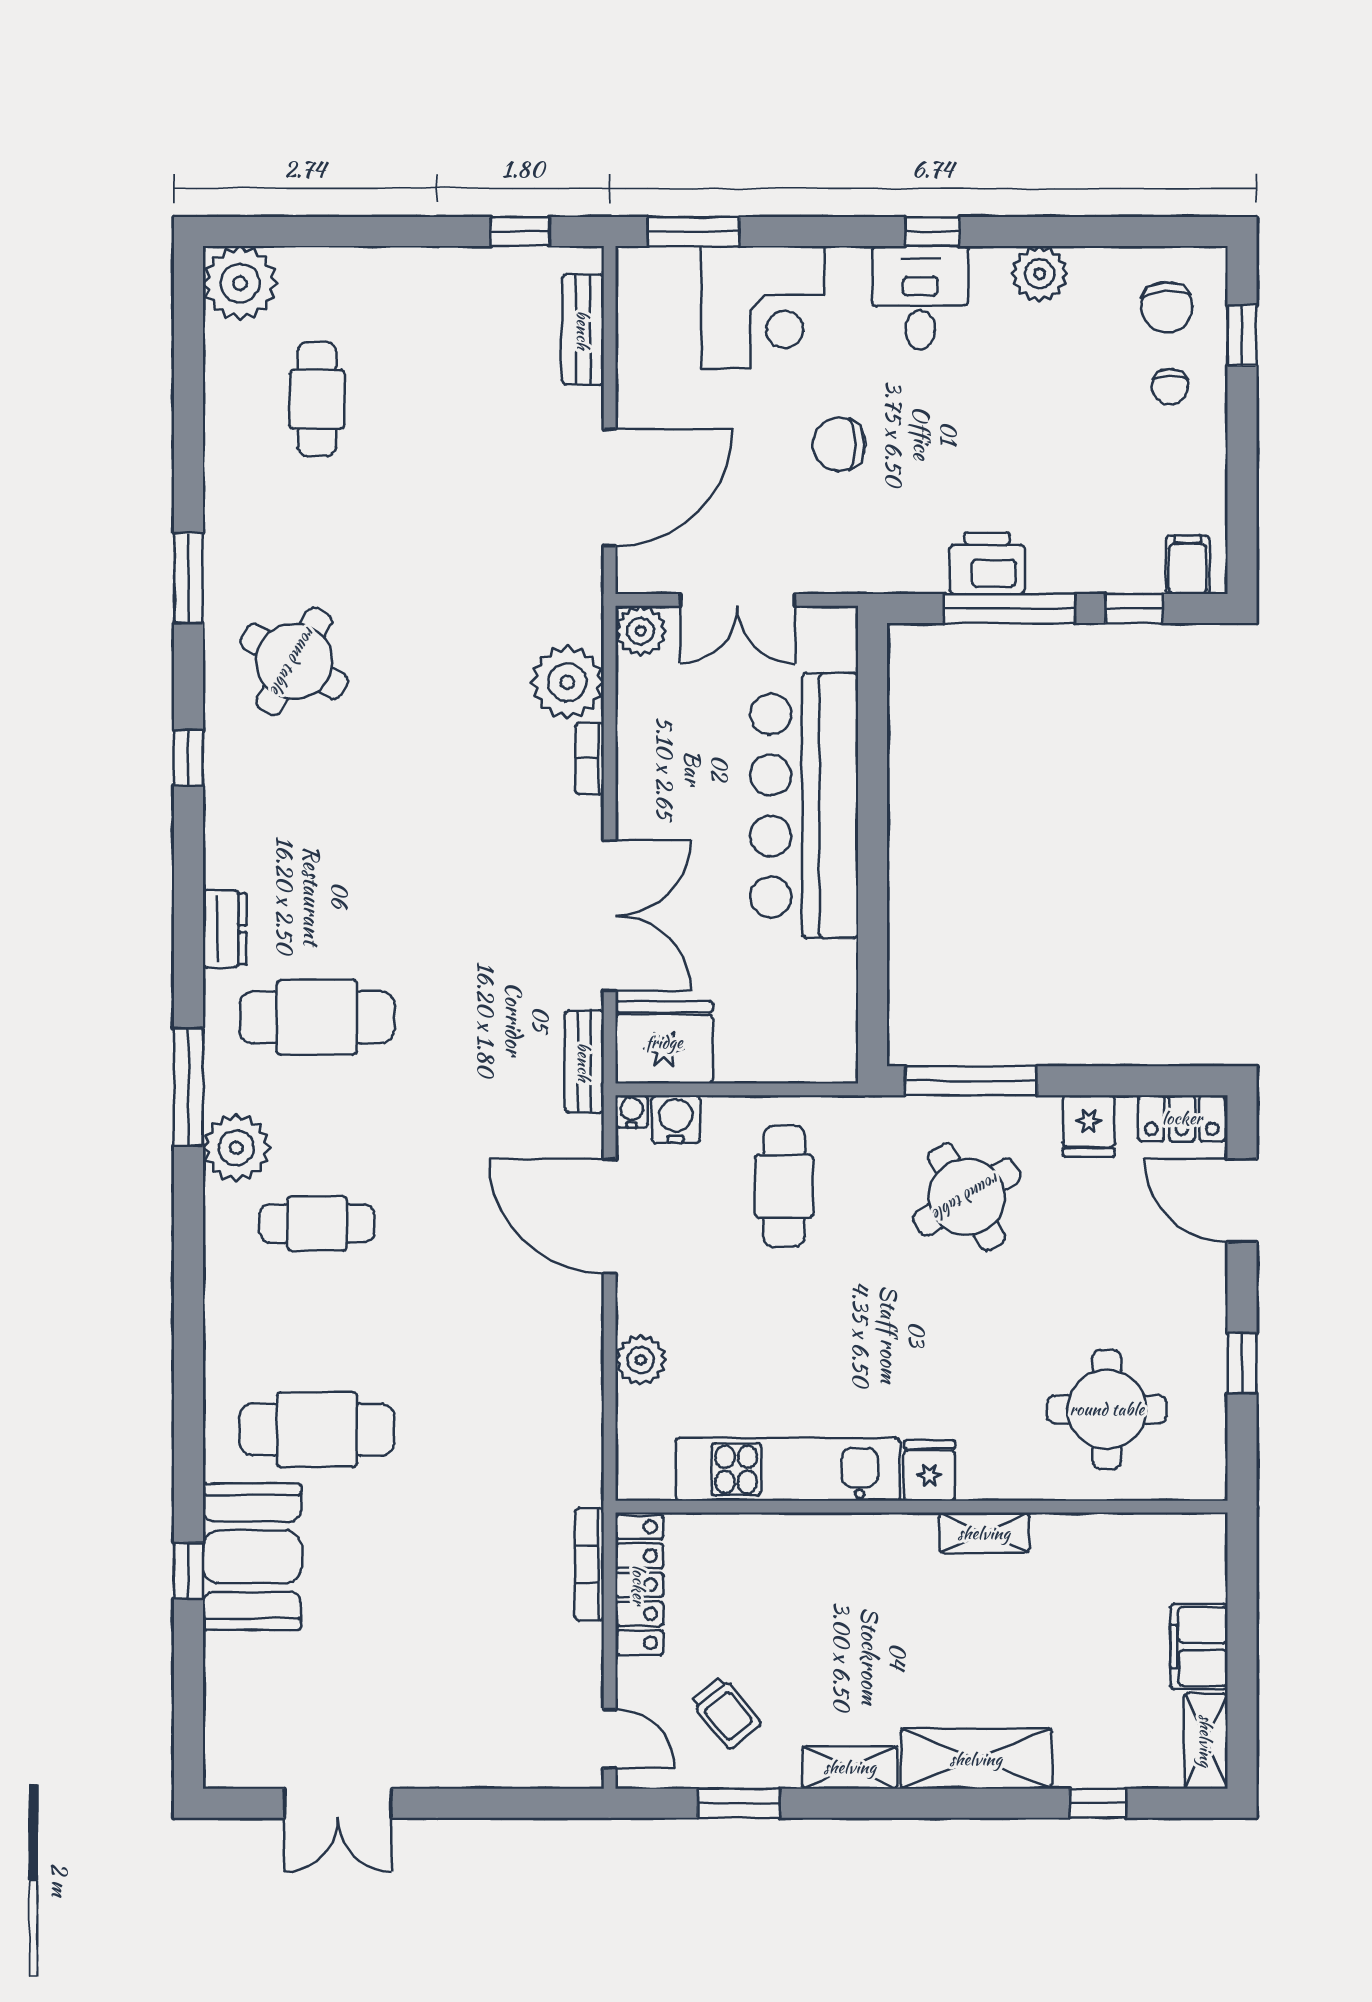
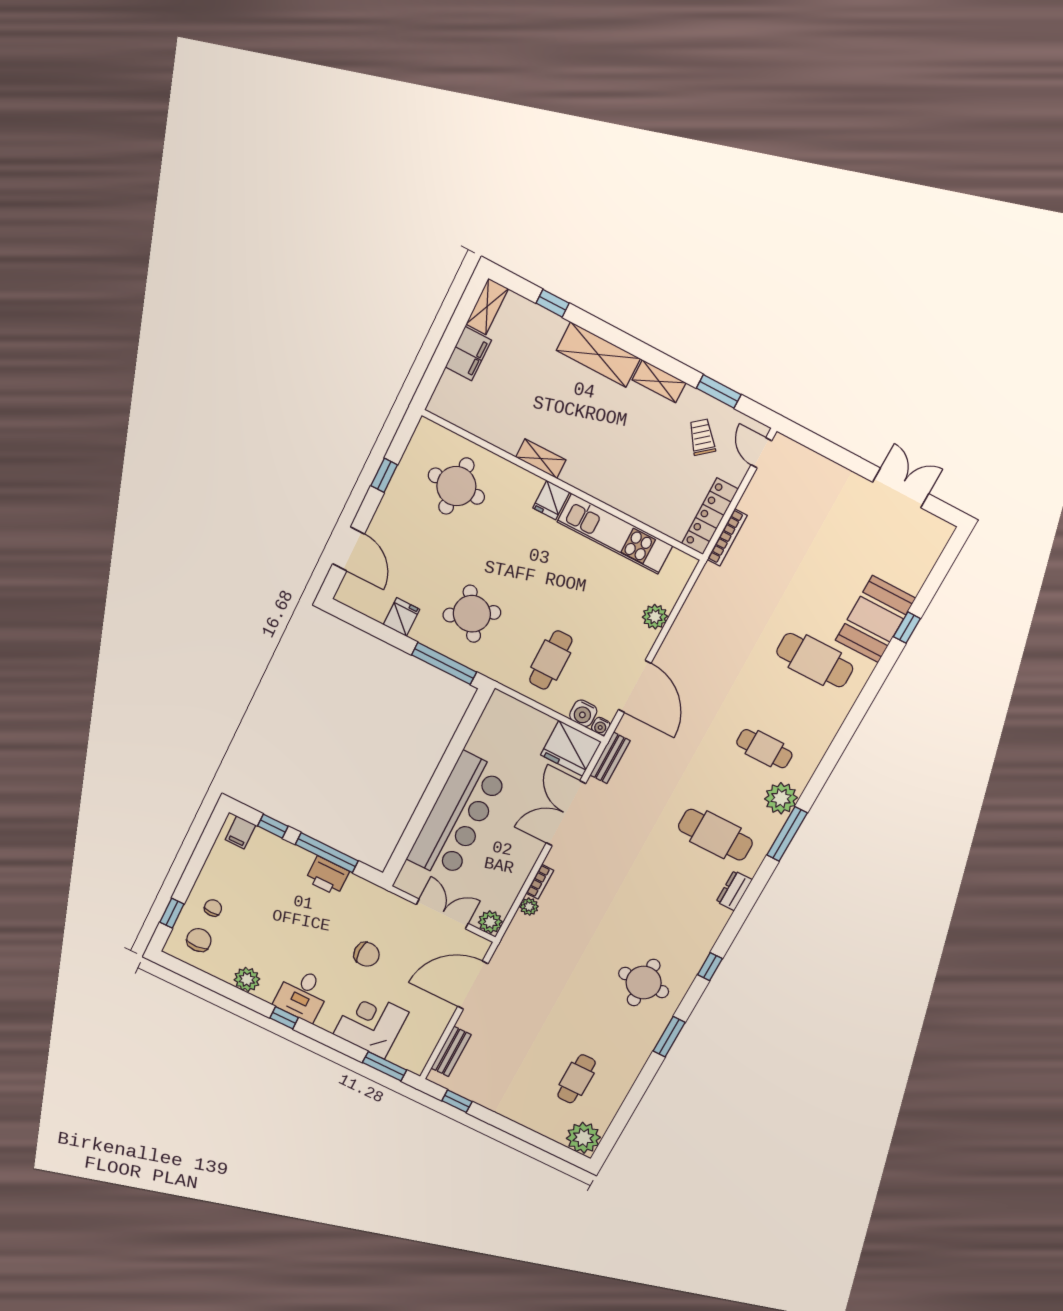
round table: (294, 661) -> (644, 983), turned -30
plant: (567, 682) -> (529, 907), width x0.53, depth x0.53
locker: (1182, 1118) -> (358, 599), removed

